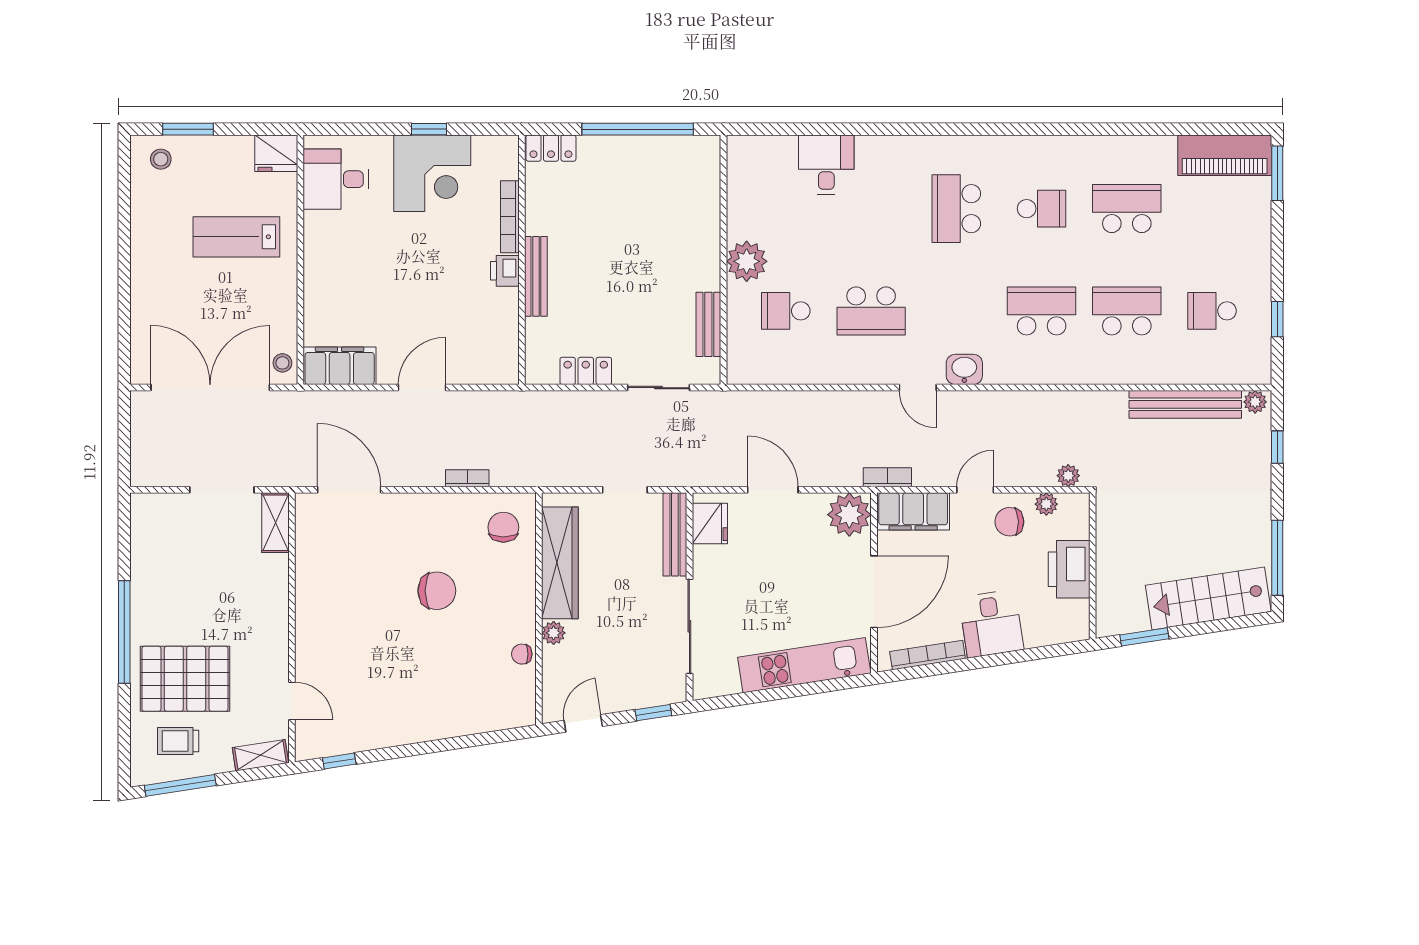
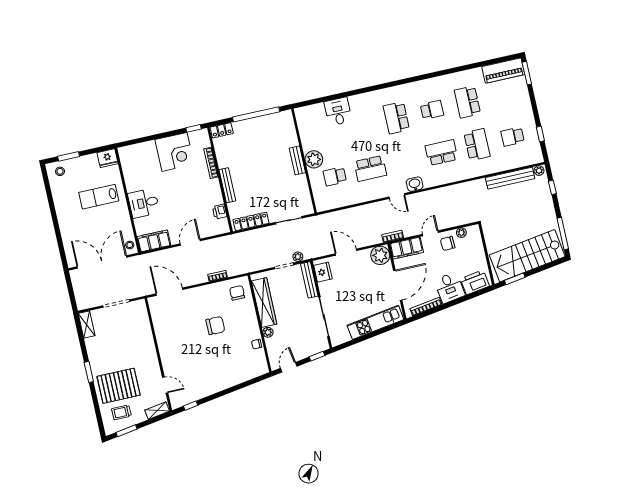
window: (429, 129) -> (194, 128), moved
desk: (336, 179) -> (144, 203), moved
school desk: (1127, 209) -> (467, 102), turned -90
printer: (505, 271) -> (220, 212), moved
school desk: (1127, 311) -> (477, 145), turned 90
bench: (708, 324) -> (297, 160), moved
locker: (586, 371) -> (251, 221), width x1.53
plant: (1068, 476) -> (298, 257), moved
shelving: (275, 523) -> (87, 325), moved
printer: (1069, 569) -> (475, 282), moved, turned 81
stairs: (1208, 598) -> (527, 256), width x1.36, depth x1.51
window: (124, 632) -> (89, 372), width x0.47
window: (180, 785) -> (127, 431), width x0.69

